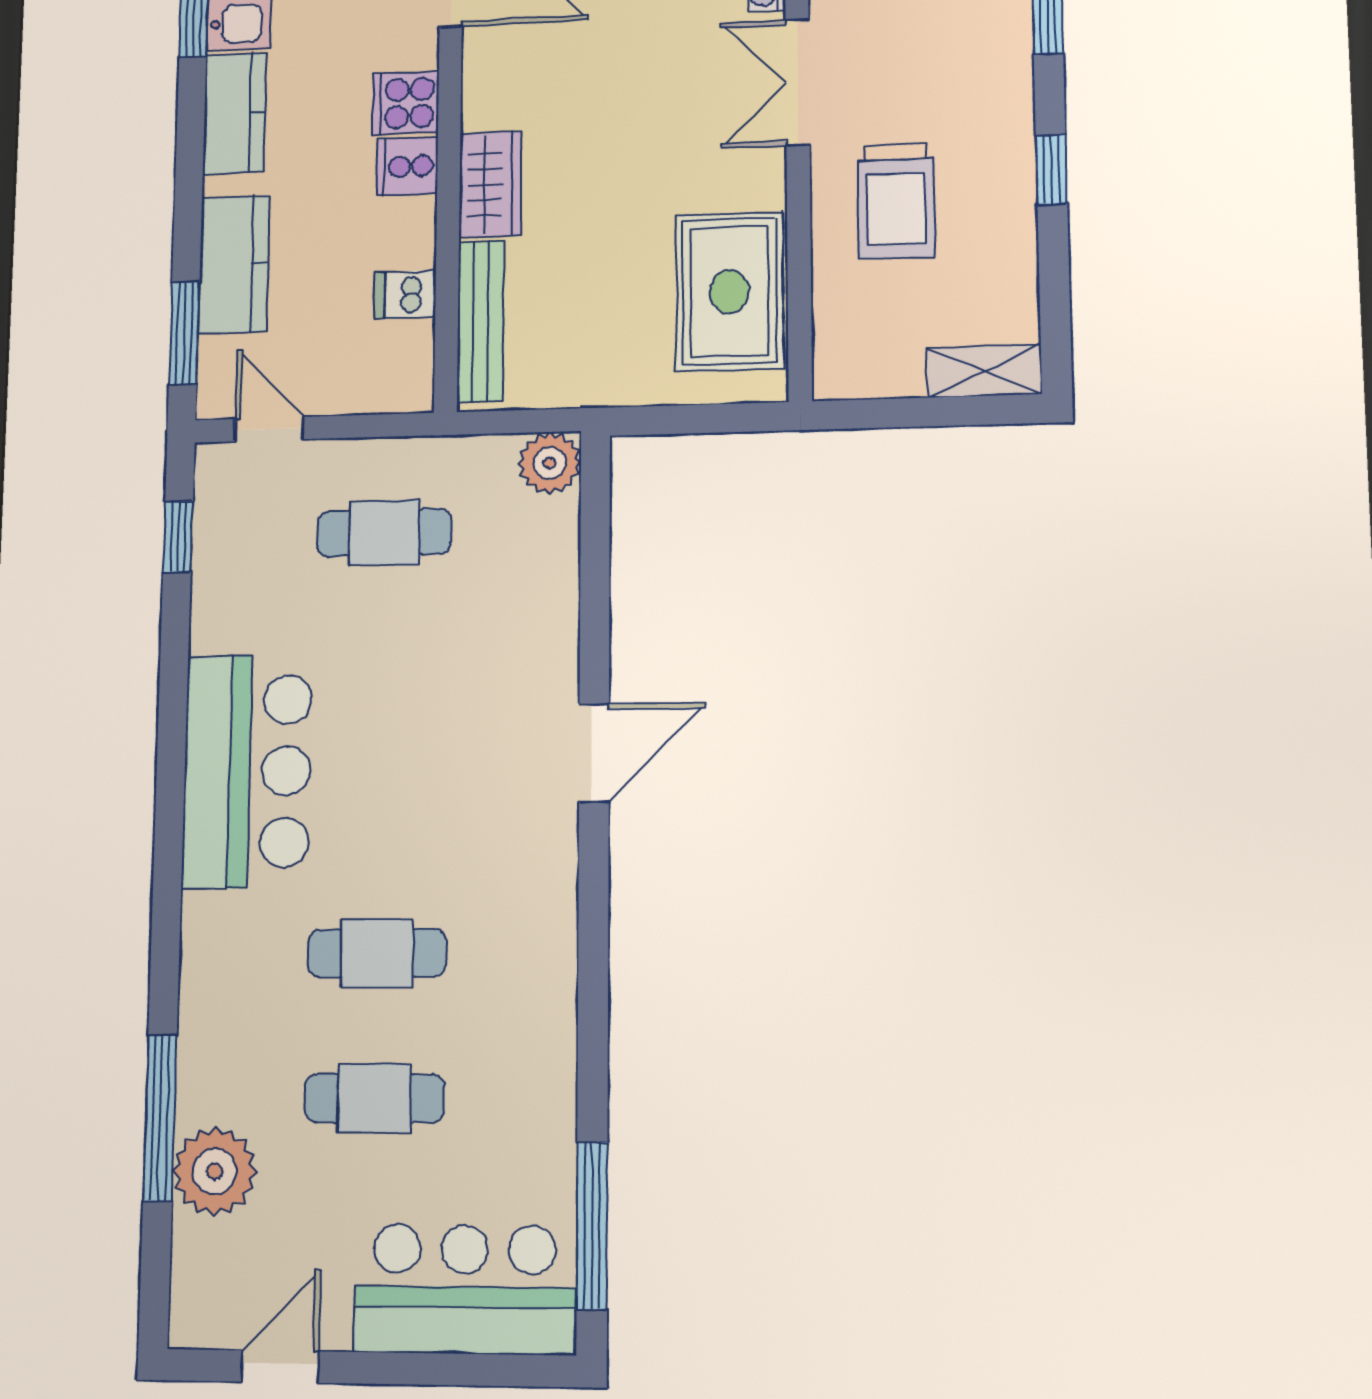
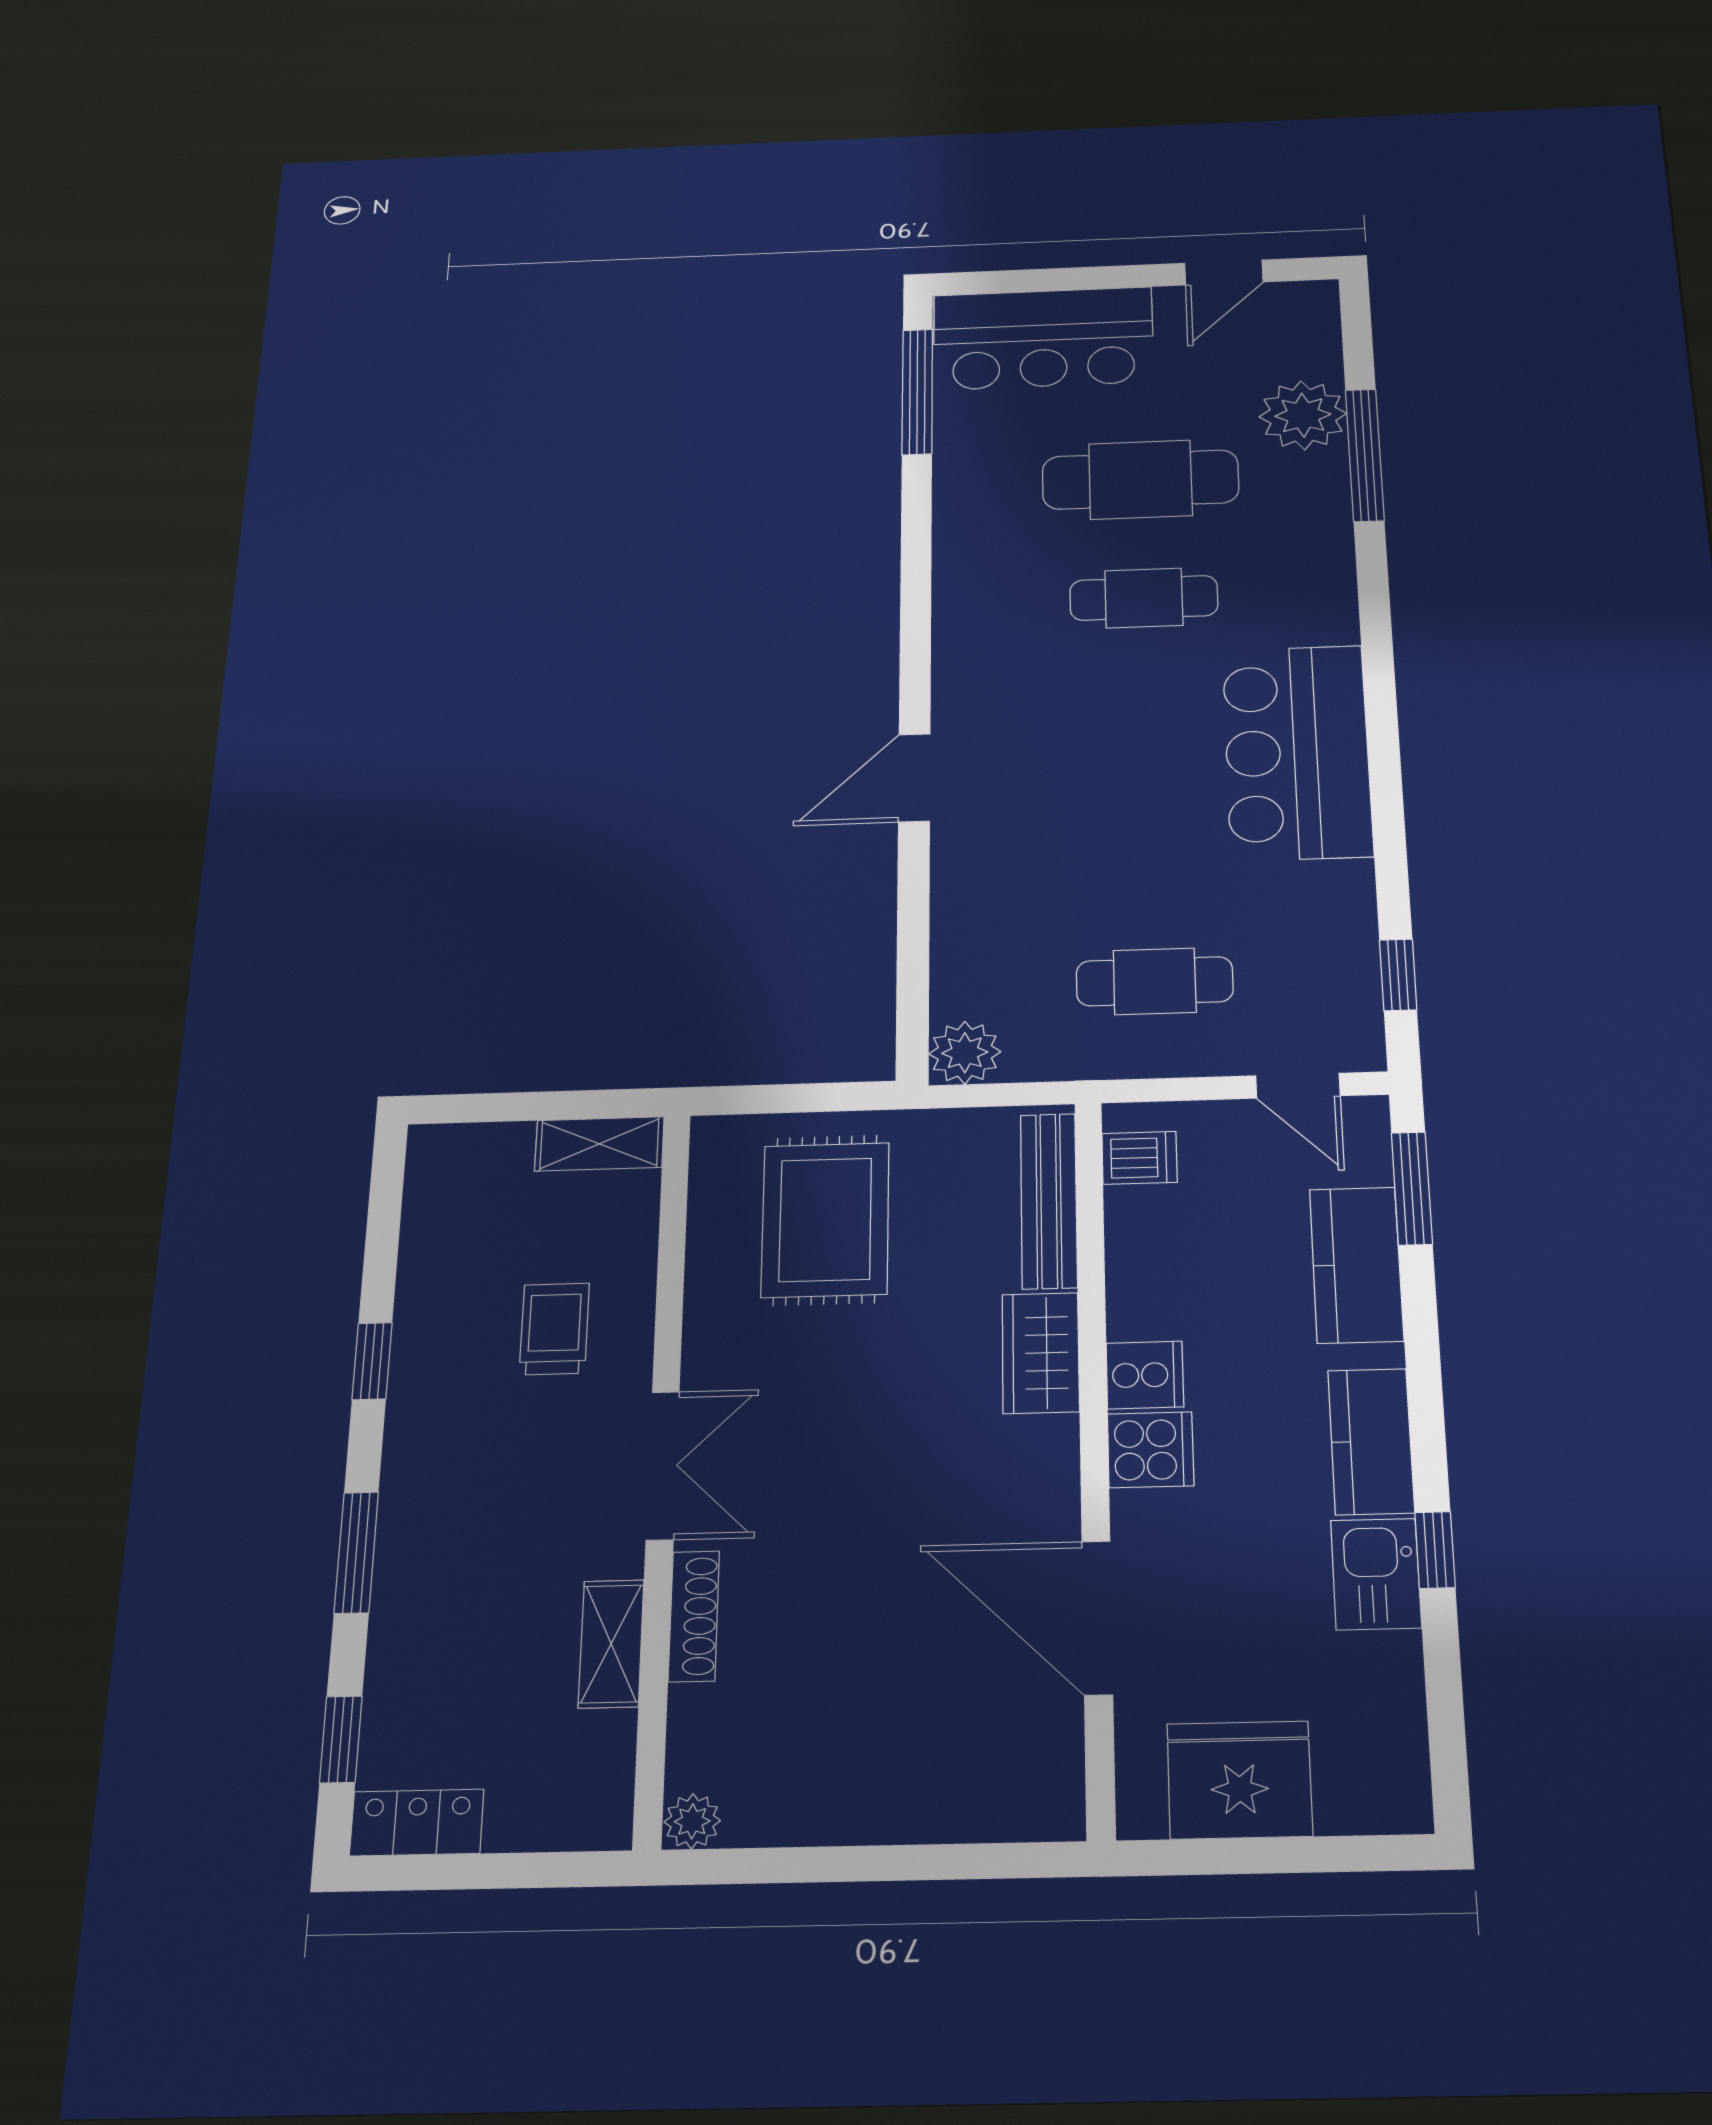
trolley: (896, 201) -> (554, 1329), width x0.73, depth x0.72
rug: (729, 292) -> (825, 1220), moved
dishwasher: (405, 295) -> (1139, 1158), moved
shelving: (984, 371) -> (599, 1144), moved
cafe table: (374, 1098) -> (1140, 480), width x1.37, depth x1.35

